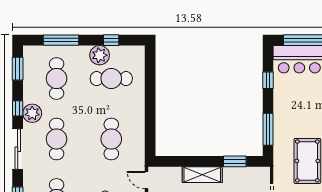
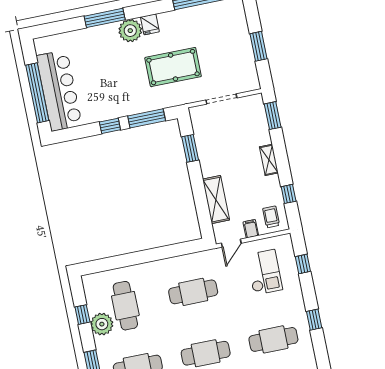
window: (268, 80) -> (110, 126), moved
shelving: (202, 175) -> (216, 200), moved

